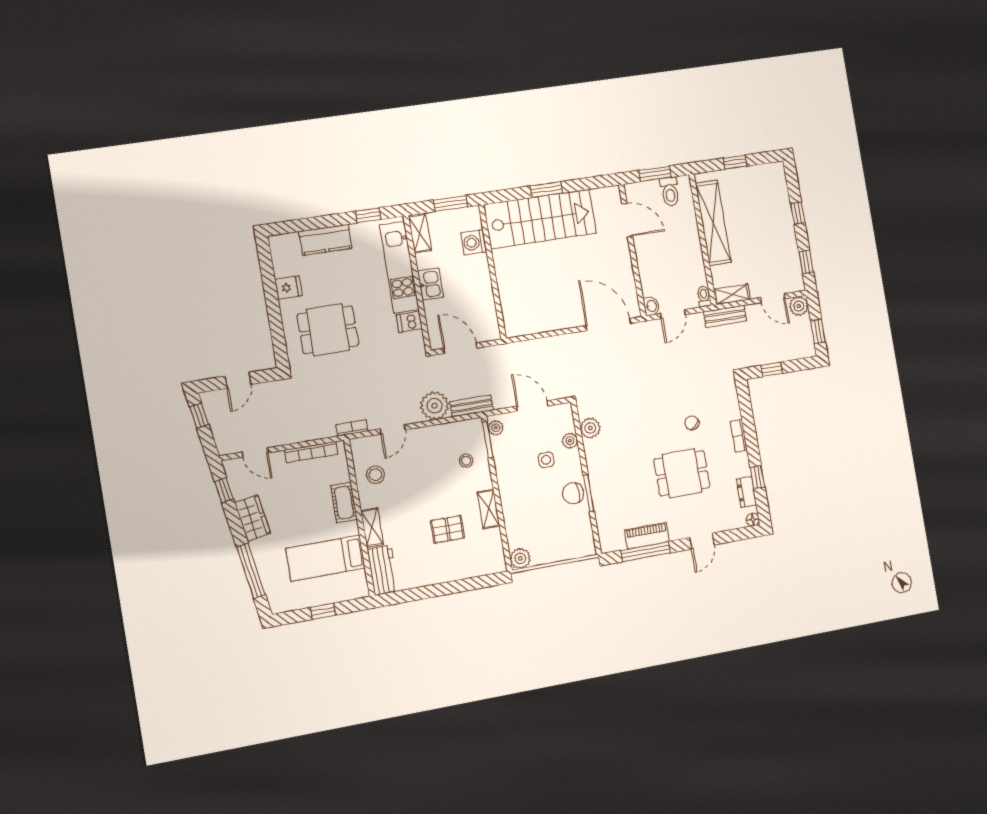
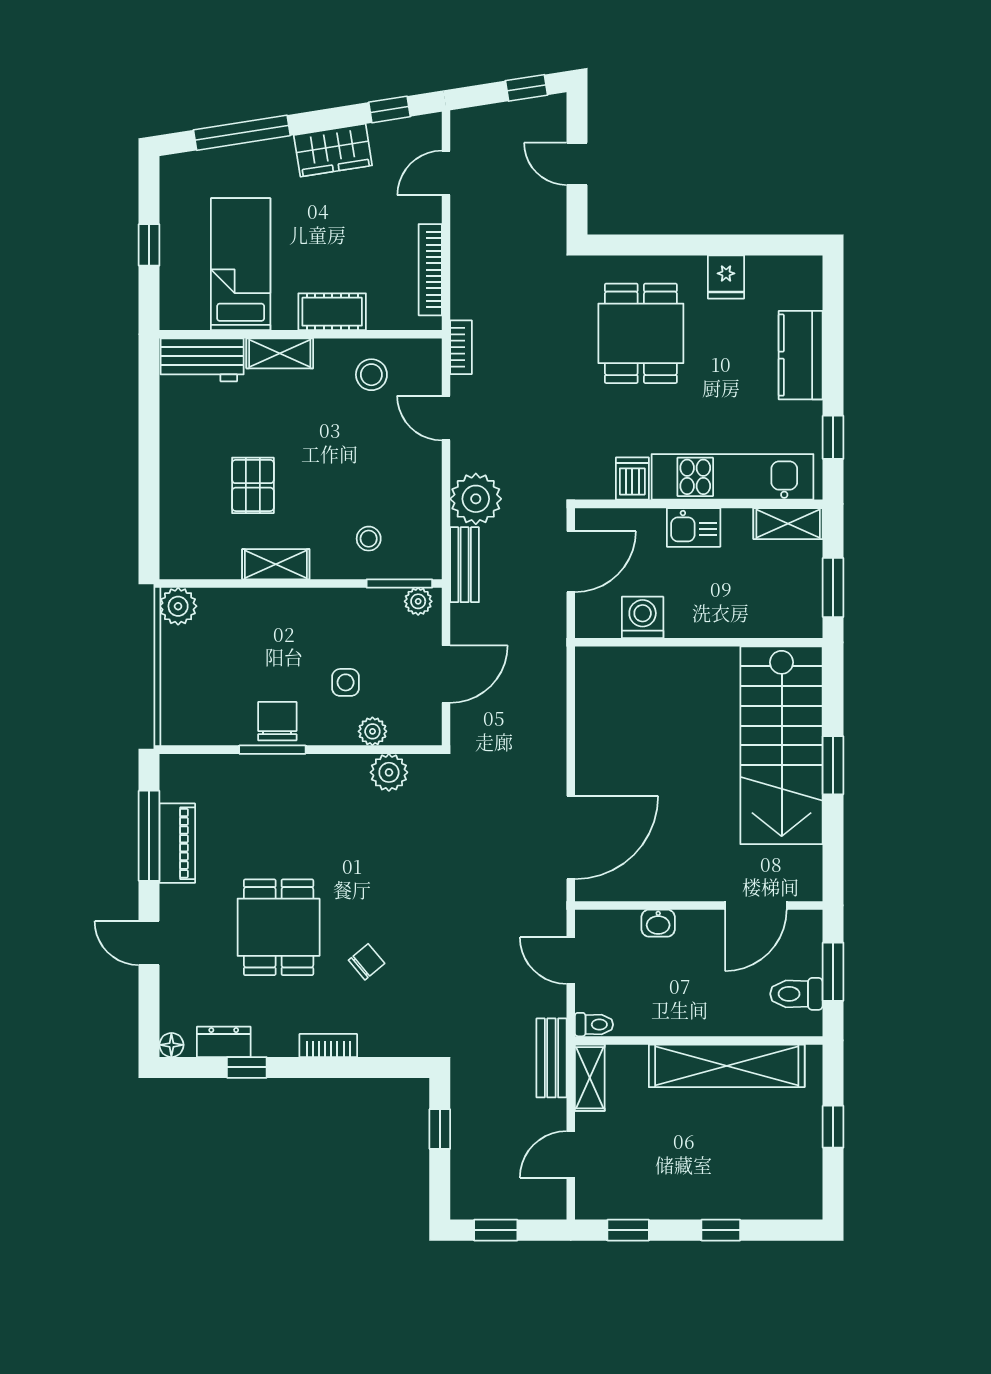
washing machine: (474, 242) -> (643, 617), moved
washbasin: (651, 306) -> (658, 923), moved
plant: (799, 306) -> (548, 1202), removed

